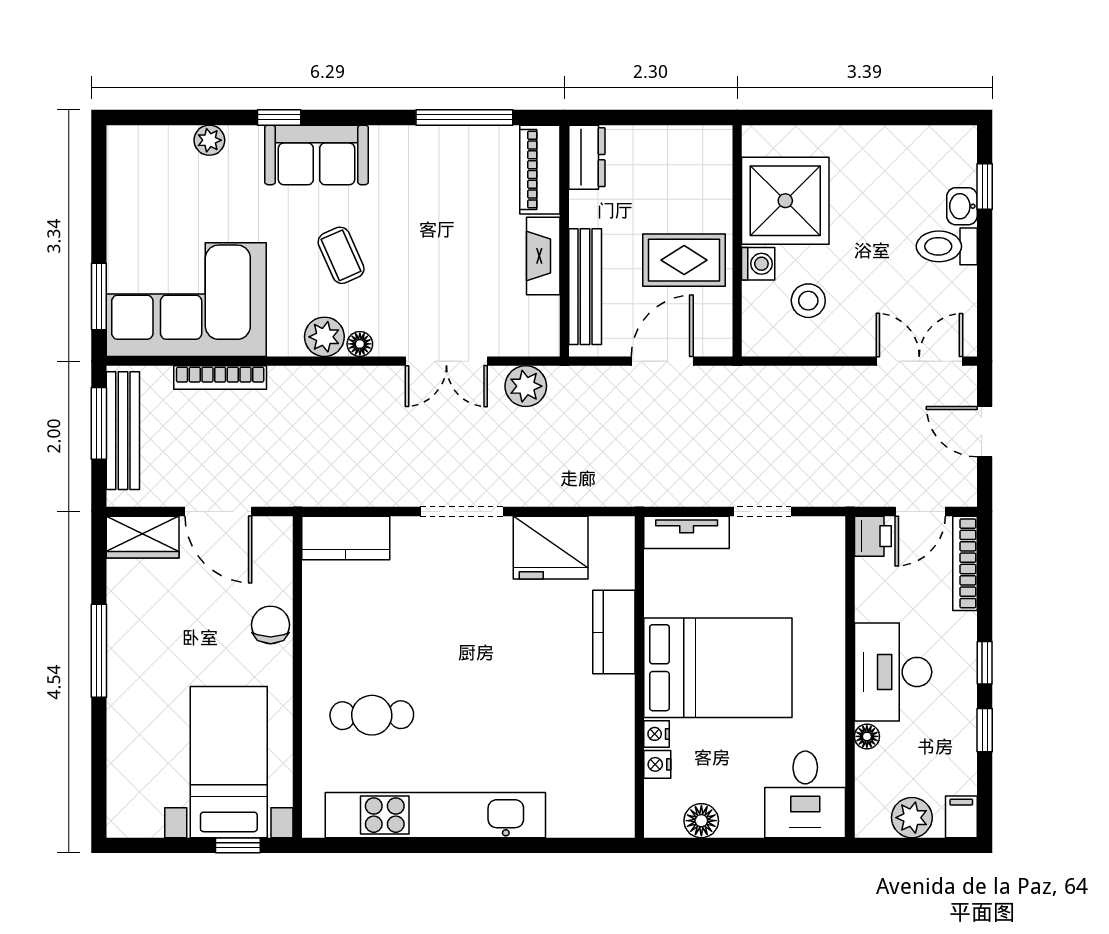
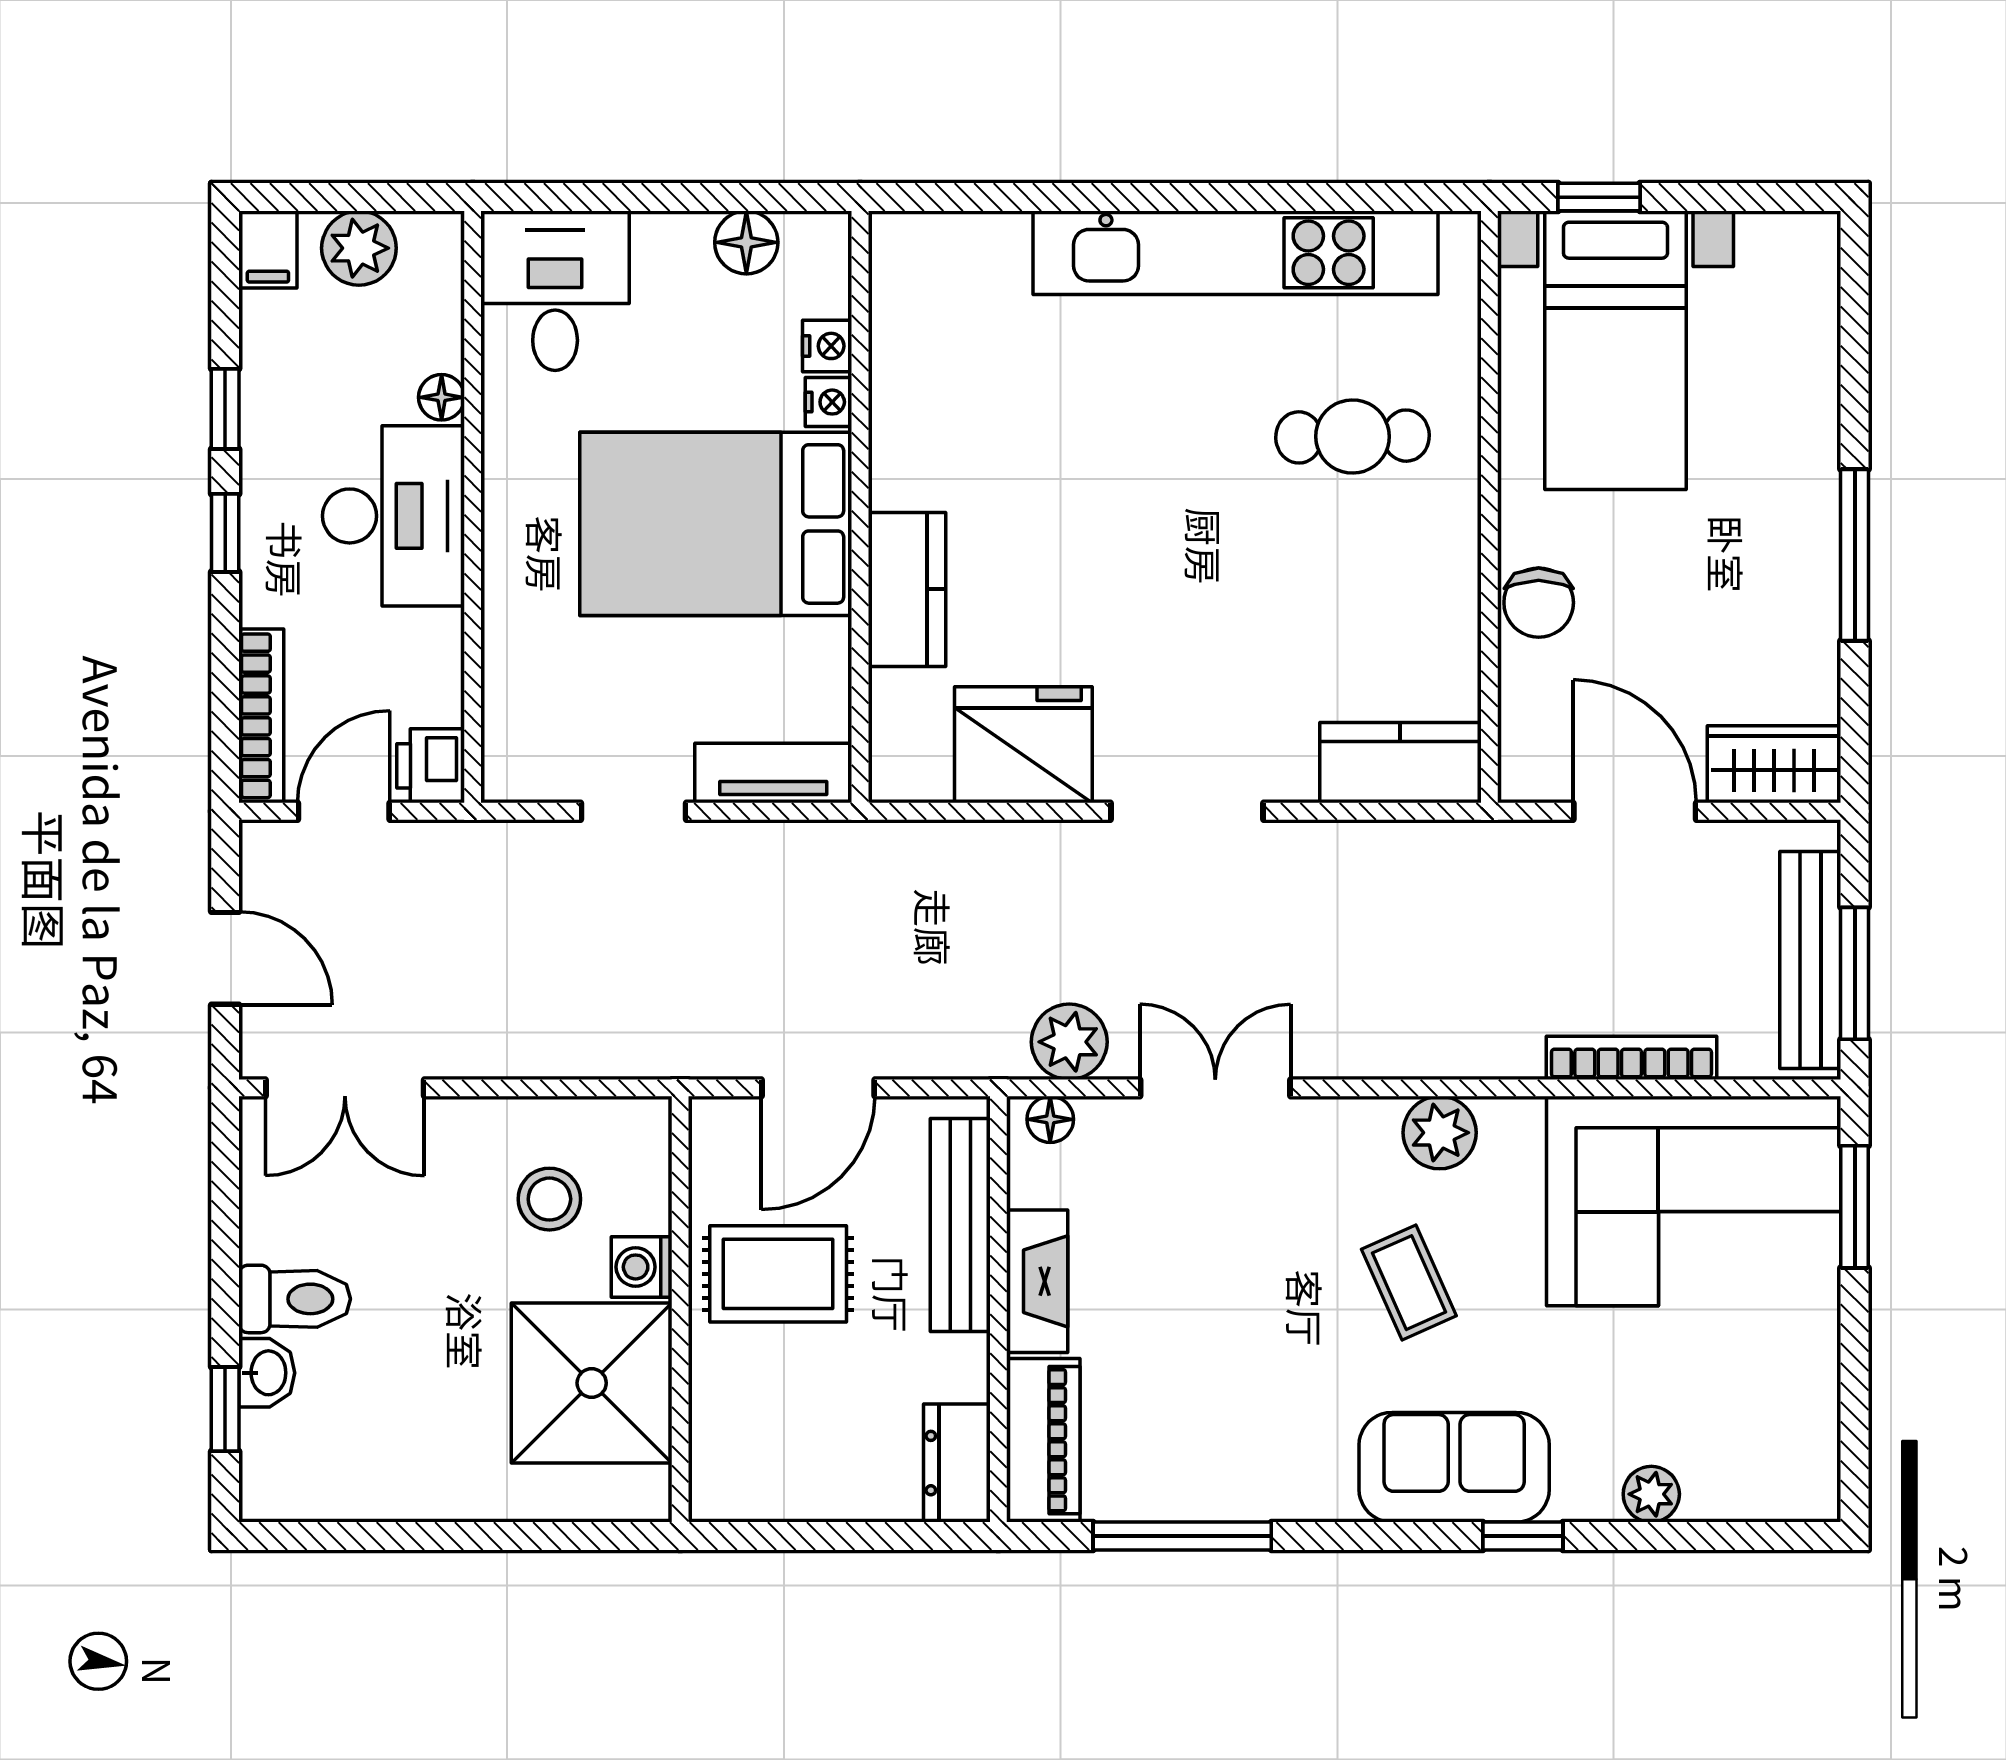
floor lamp: (360, 344) -> (1050, 1119), moved

